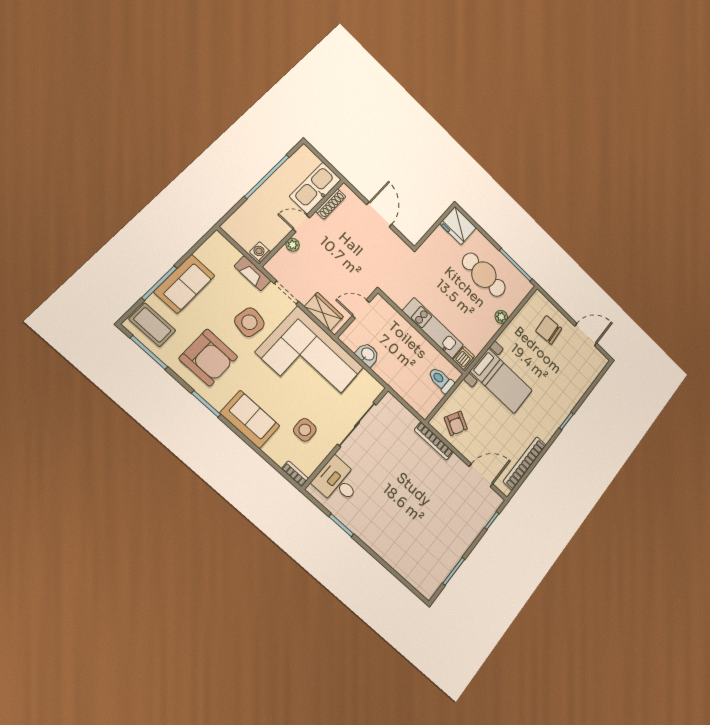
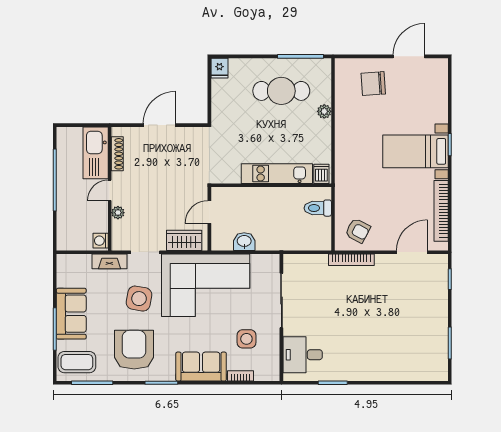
door: (379, 214) -> (159, 125), hinge flipped
fridge: (458, 226) -> (219, 68), width x0.53, depth x0.75
armchair: (208, 358) -> (134, 350), turned -90
bed with nightstands: (501, 381) -> (416, 151), moved, turned 180
bookcase: (295, 474) -> (240, 376), moved

